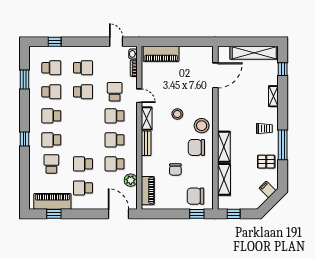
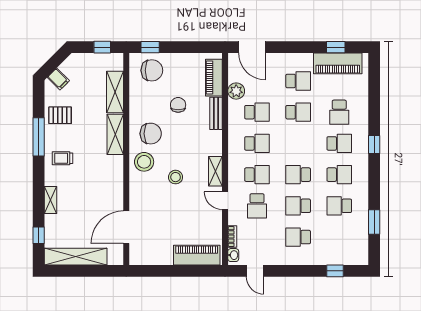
school desk: (51, 68) -> (298, 175), moved
bench: (146, 143) -> (216, 113), moved

